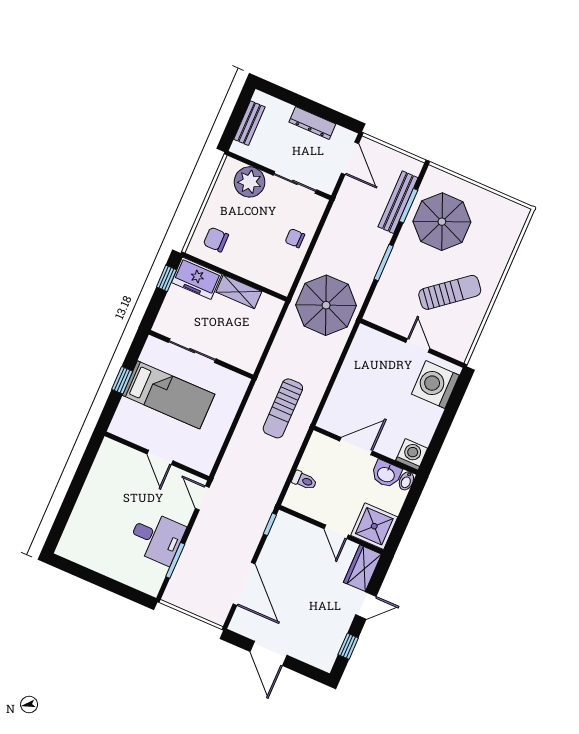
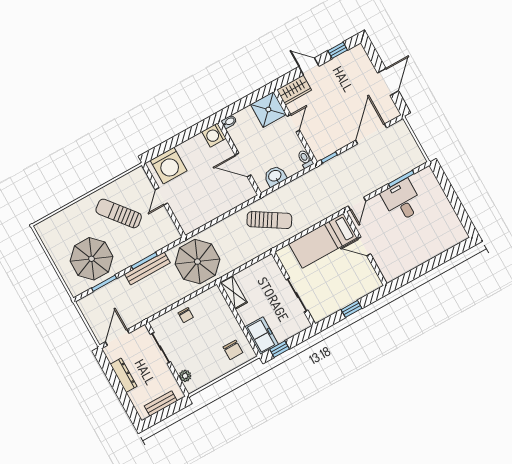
plant: (250, 182) -> (185, 376), width x0.53, depth x0.53
bench: (398, 202) -> (147, 268), moved
shelving: (239, 292) -> (234, 292), moved
bed: (168, 395) -> (323, 241), moved, turned -90
sun lounger: (283, 408) -> (269, 220), turned 32
door: (160, 457) -> (364, 246), swing flipped
washbasin: (386, 474) -> (275, 176), moved, turned -90
toilet: (304, 480) -> (305, 159), moved

